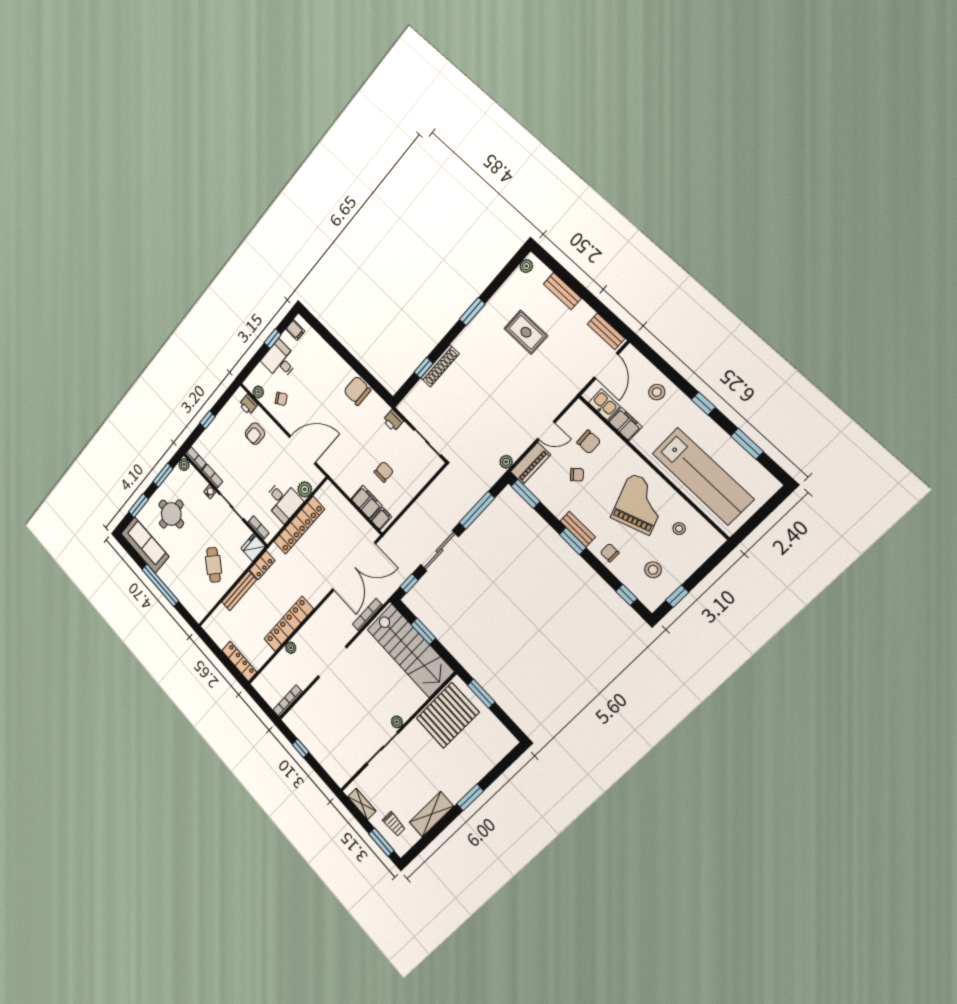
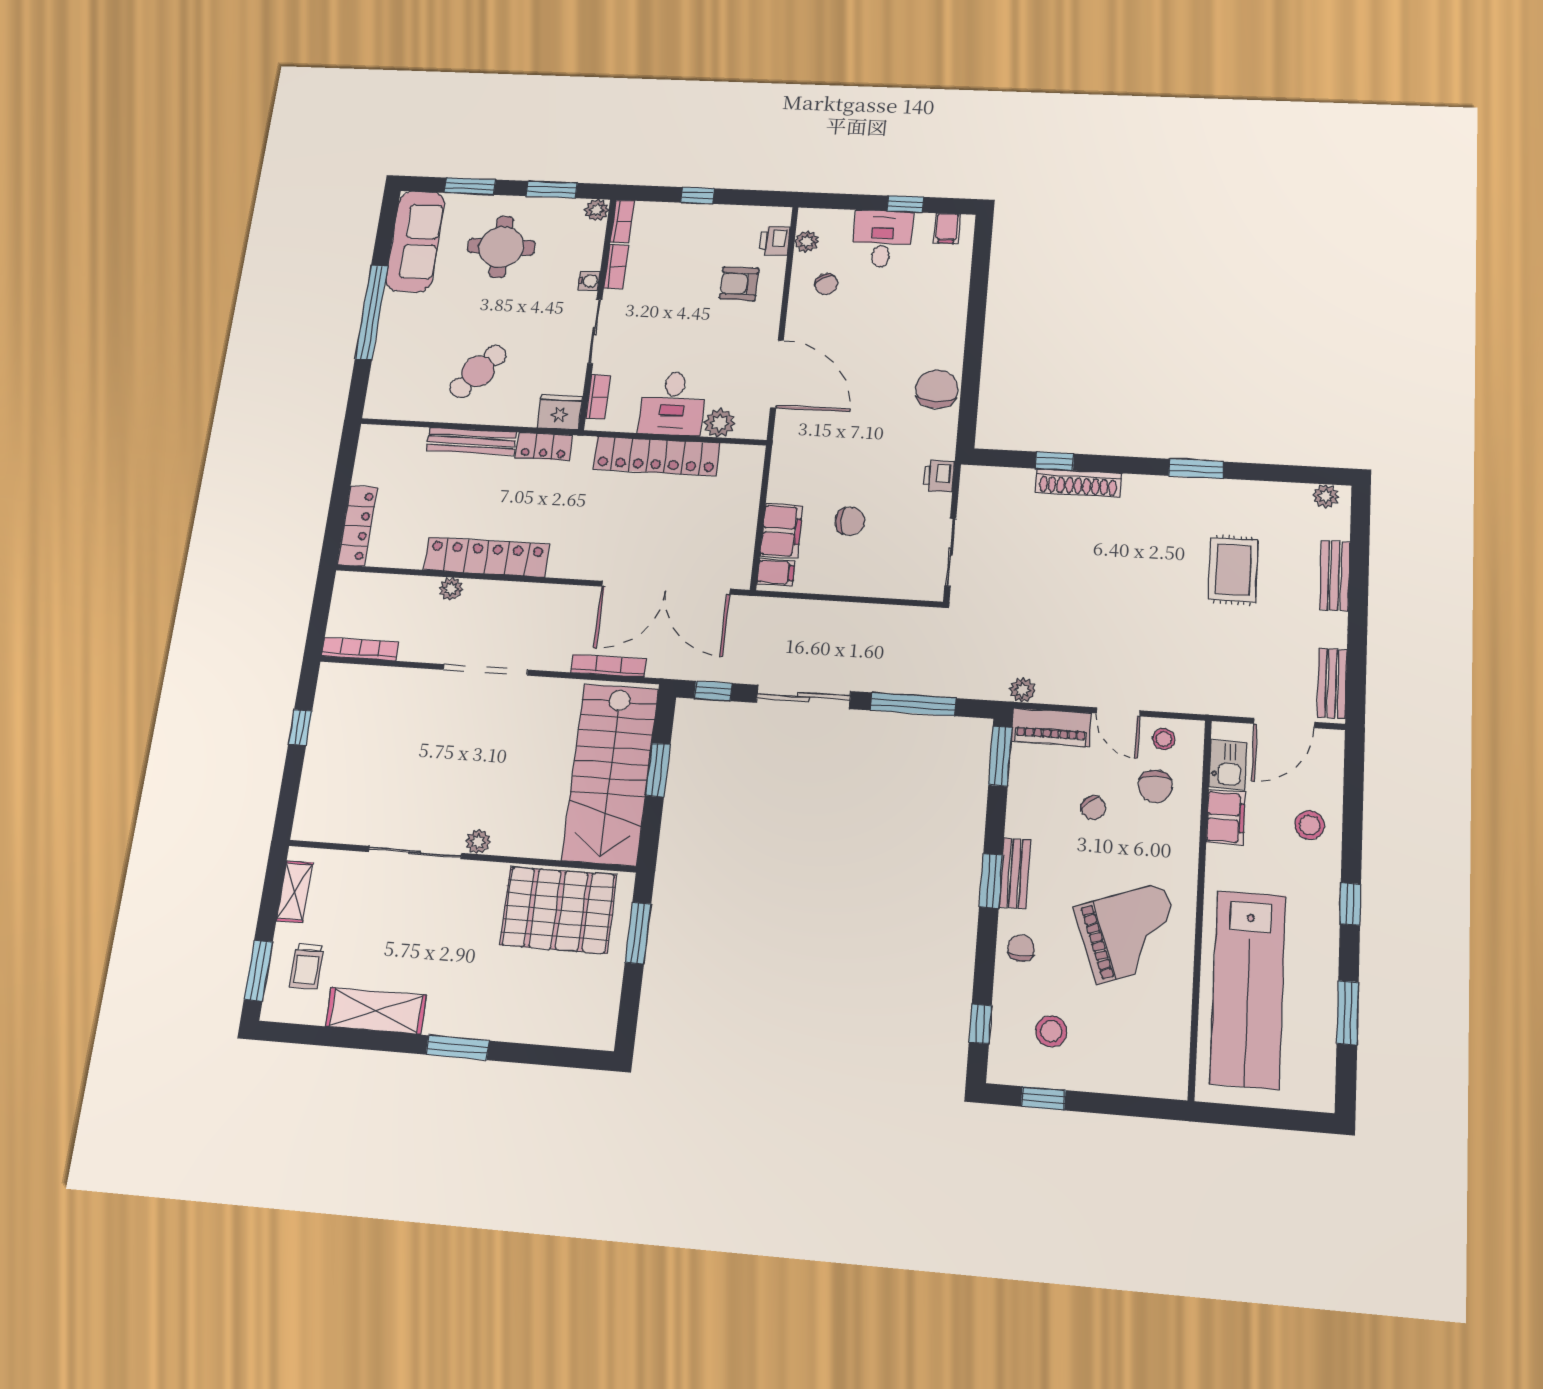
stool: (679, 529) -> (1164, 739), moved

